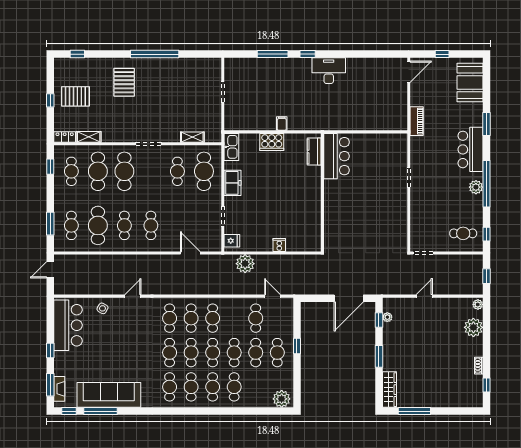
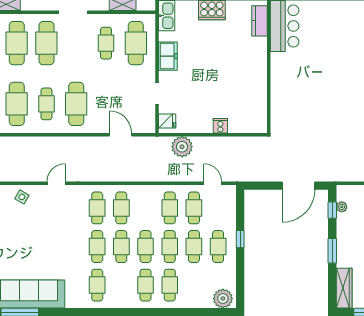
cafe table: (151, 225) -> (76, 104), width x1.37, depth x1.35
cafe table: (213, 318) -> (170, 208), moved
cafe table: (191, 387) -> (121, 285), removed

